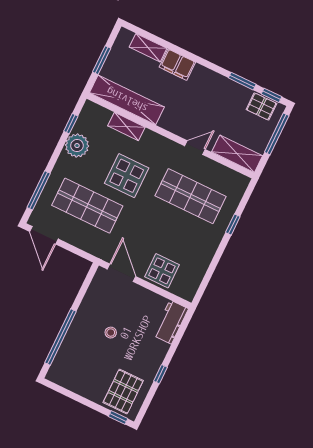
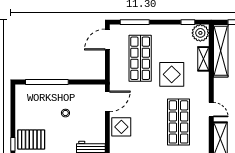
plant: (77, 146) -> (200, 33), moved

